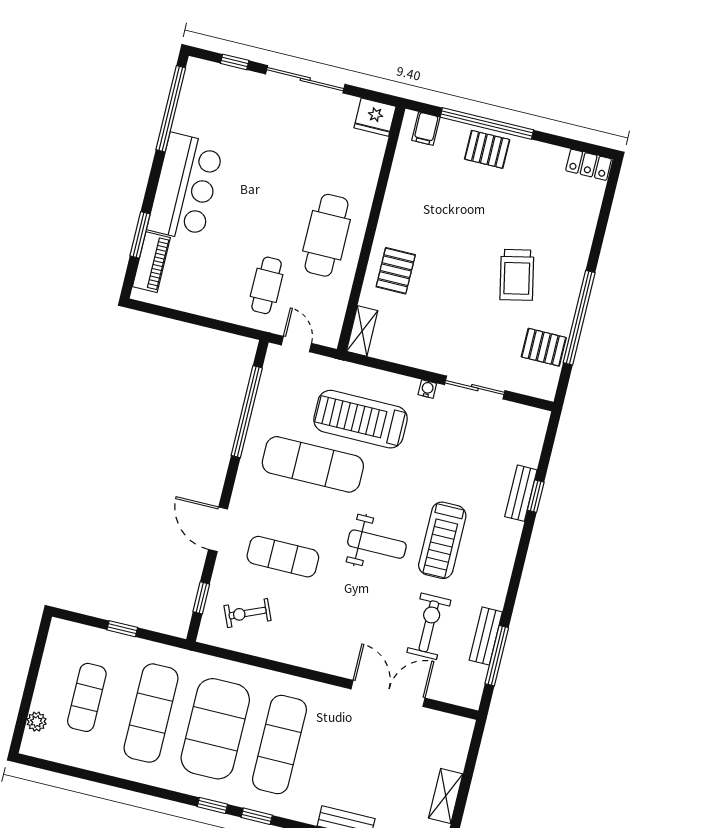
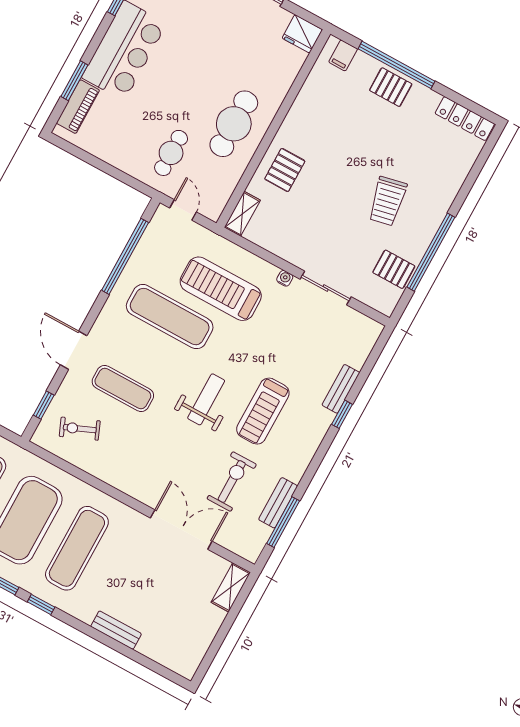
locker: (589, 165) -> (465, 119), width x1.53
window: (536, 496) -> (342, 414), moved
weight bench: (377, 544) -> (206, 399), turned -90
shelving: (446, 796) -> (231, 587), moved

